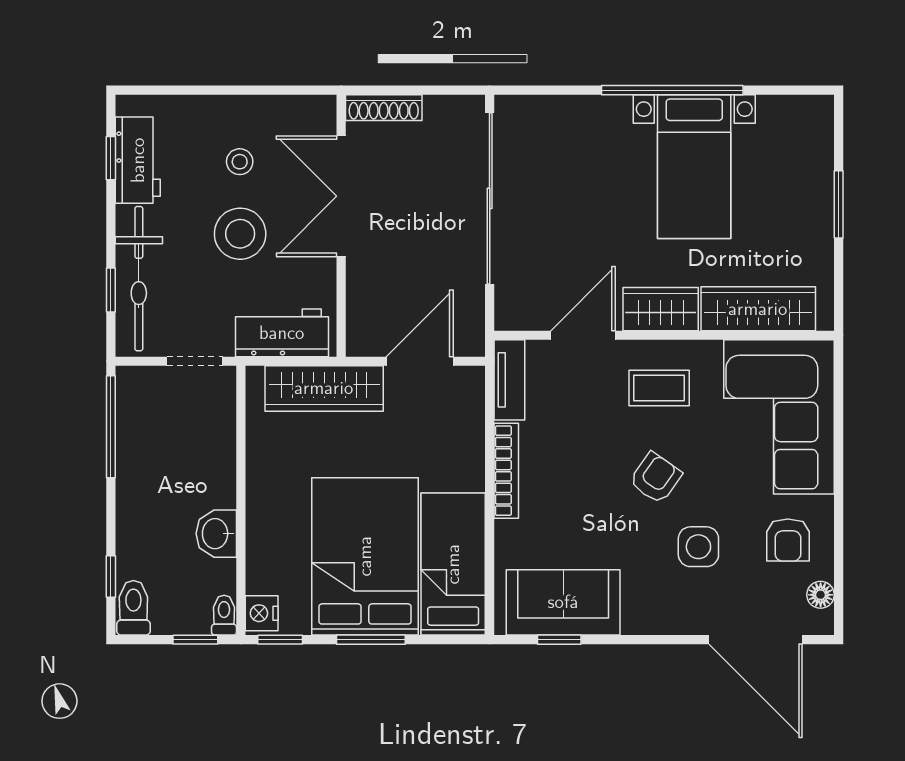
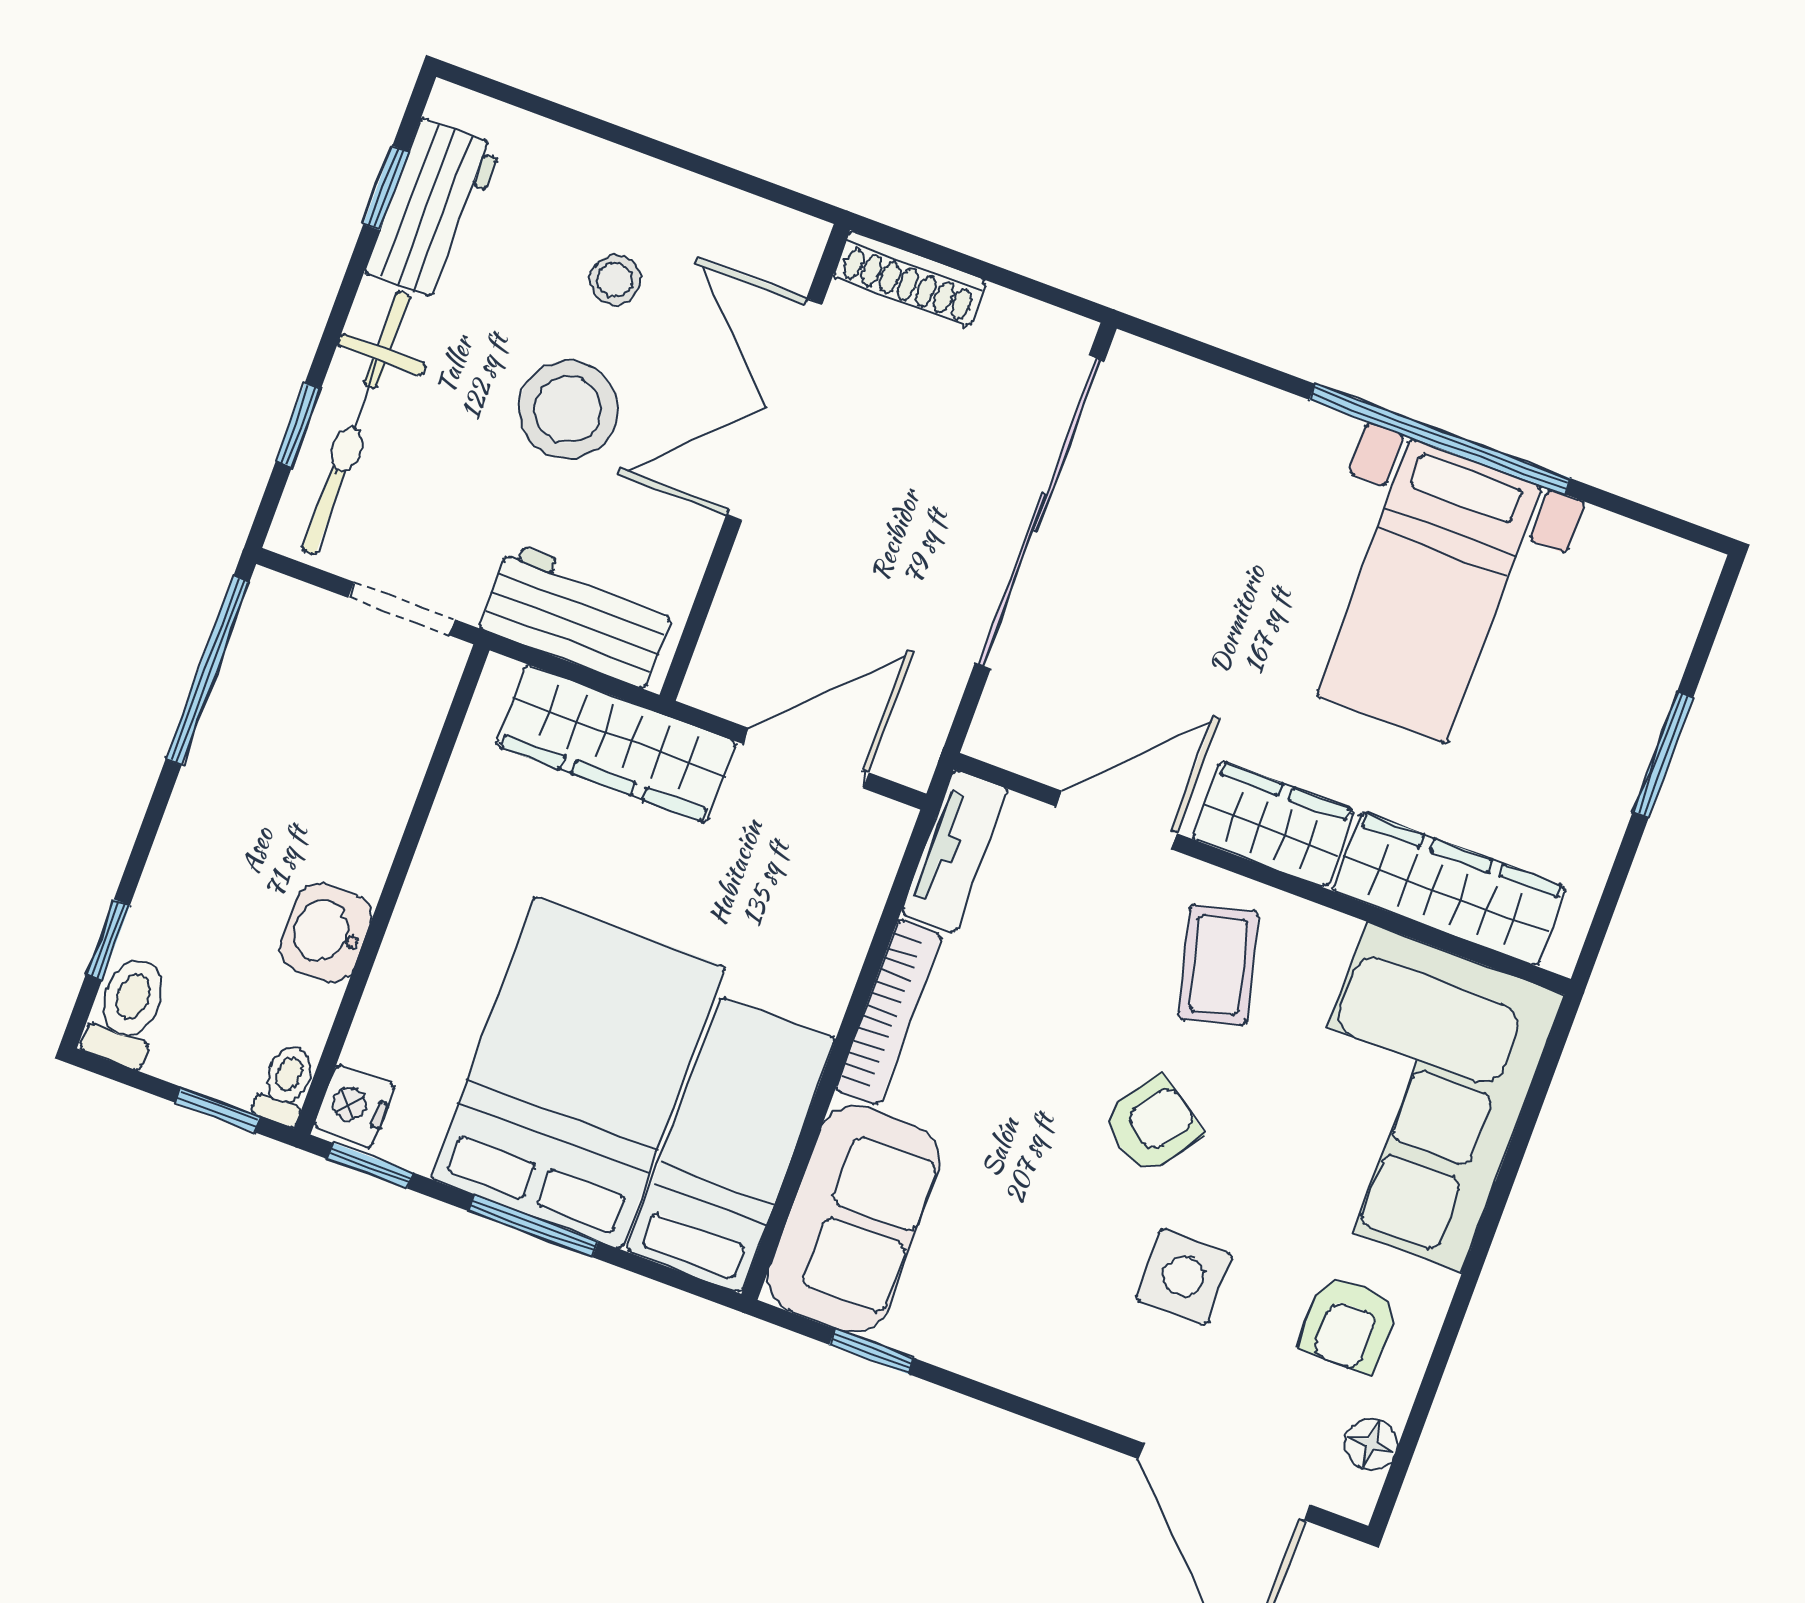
coffee table: (659, 388) -> (1218, 965), turned 76
sofa: (563, 602) -> (854, 1219), moved, turned 90

